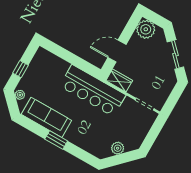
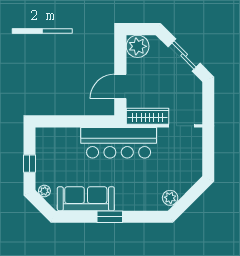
wardrobe: (119, 81) -> (147, 116), width x1.50
plant: (118, 148) -> (170, 198), moved

